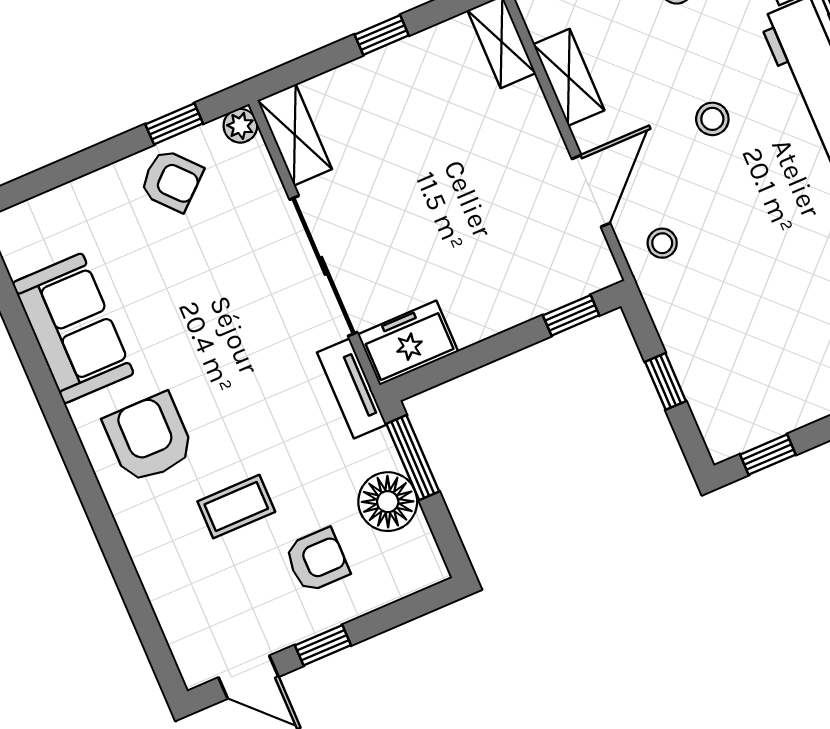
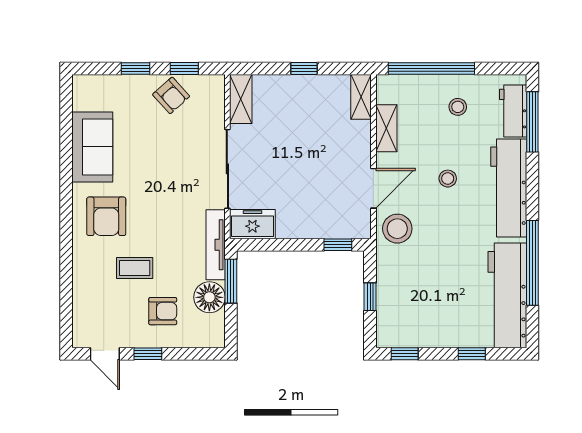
plant: (240, 126) -> (216, 83), removed
window: (90, 160) -> (135, 69), added
stool: (662, 243) -> (397, 229), width x1.89, depth x1.89
tv unit: (352, 388) -> (216, 245), width x1.41
armchair: (149, 438) -> (106, 216), turned 180

